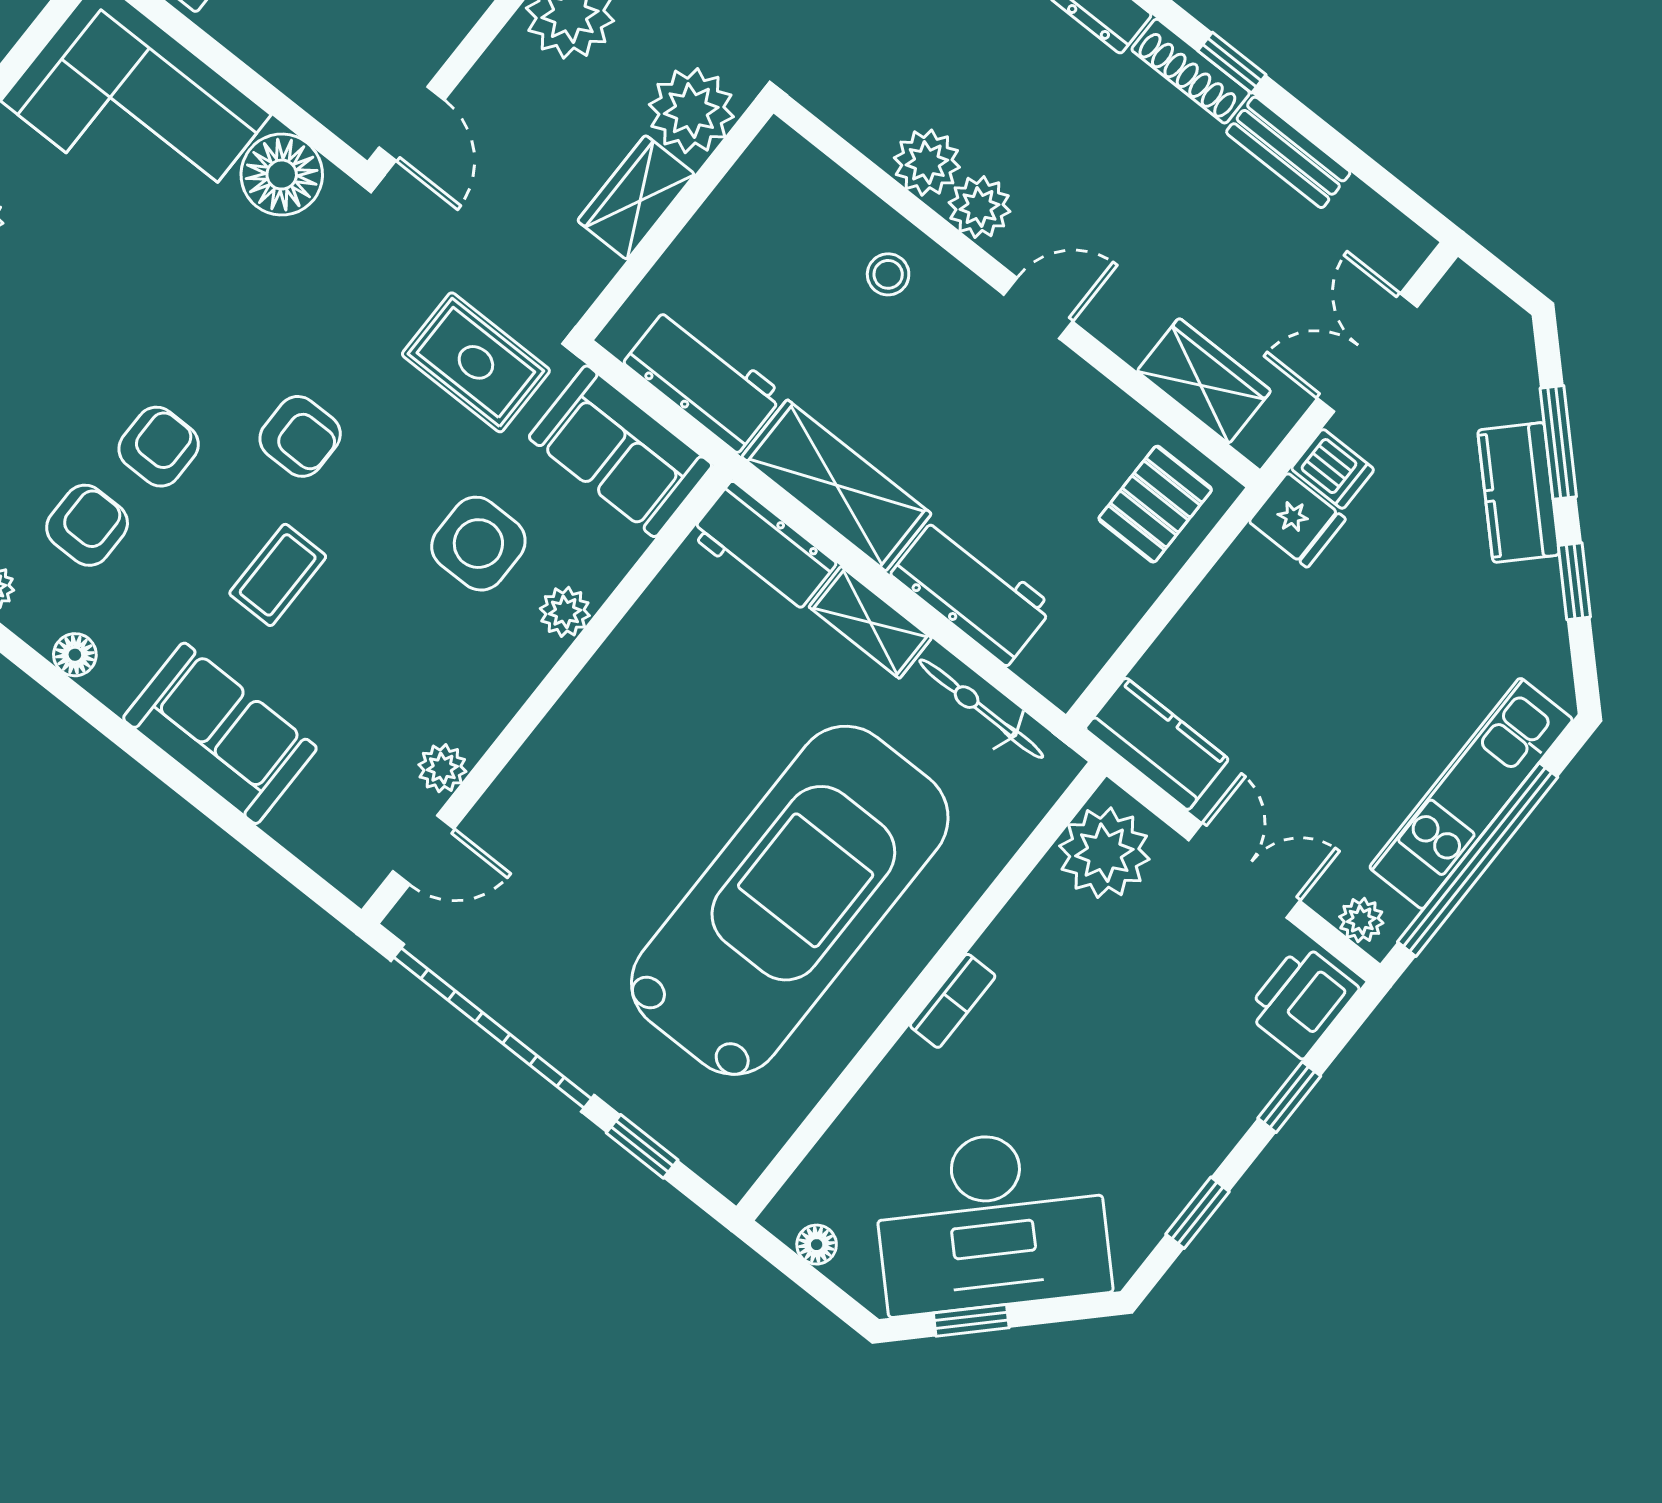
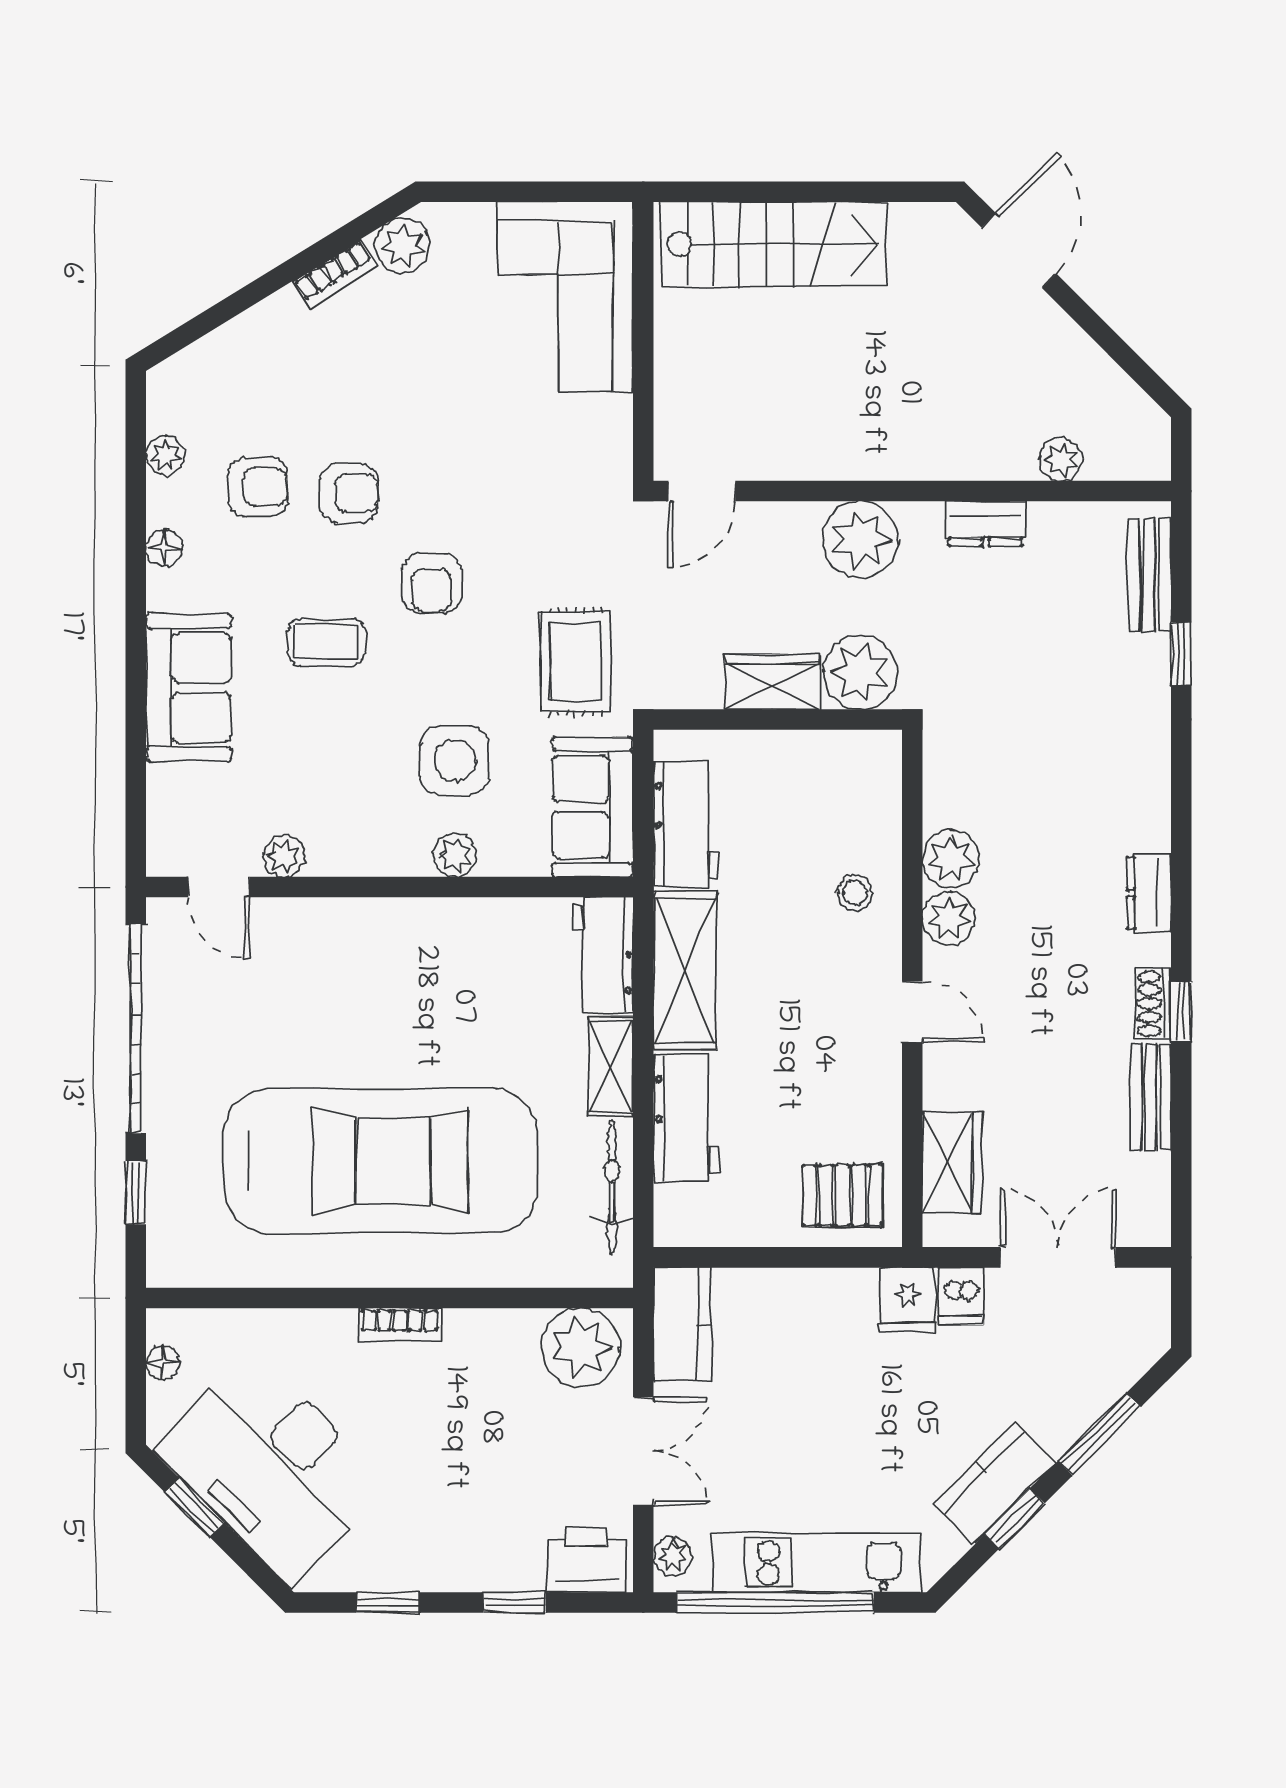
shoe rack: (1191, 71) -> (1153, 1004), width x0.70
floor lamp: (282, 175) -> (598, 431), removed
kitchen counter: (1519, 492) -> (995, 1483), moved

